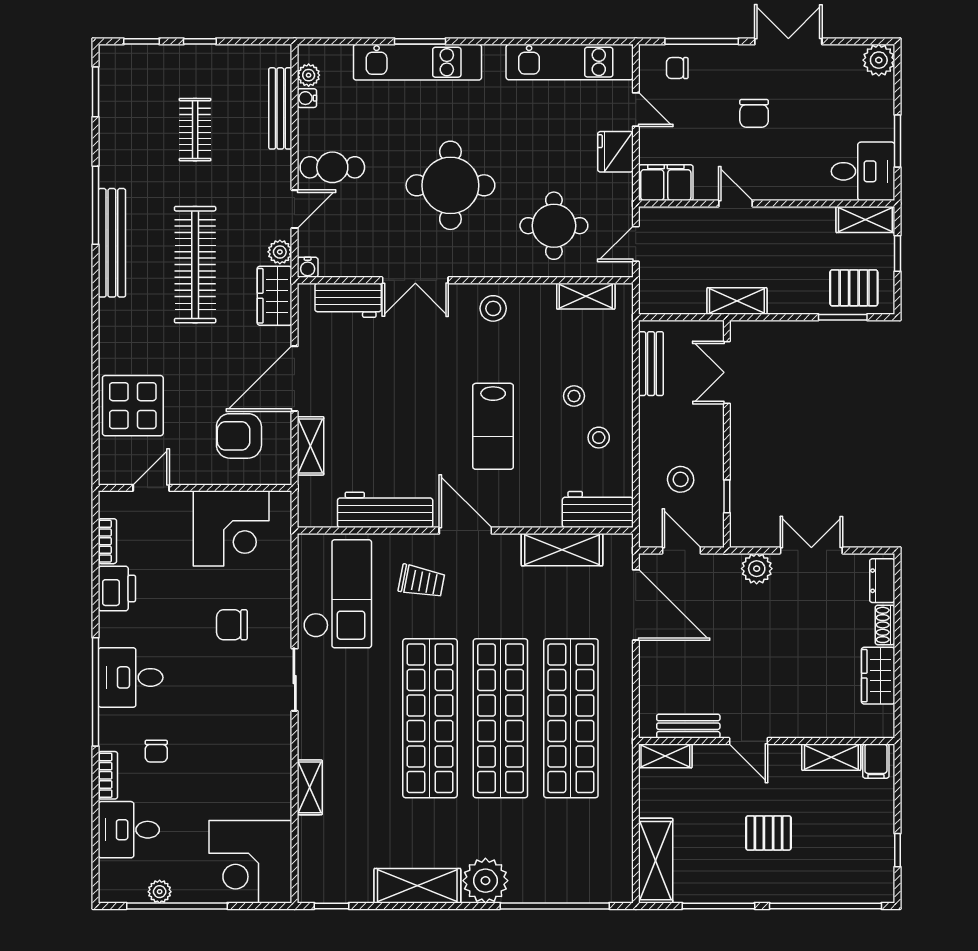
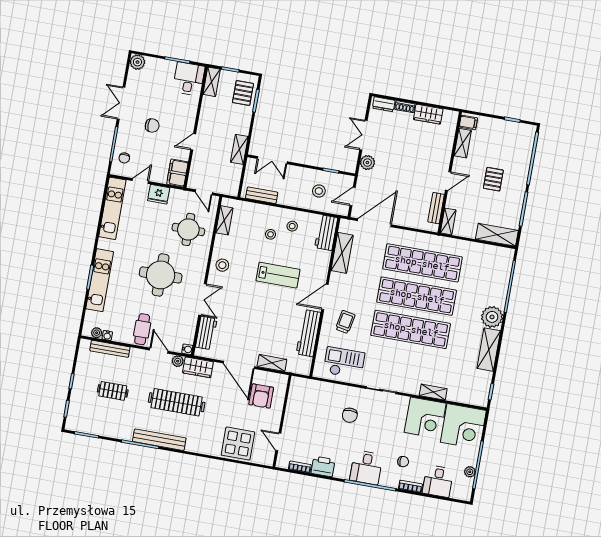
corner desk: (231, 528) -> (425, 418), moved, turned 90
checkout: (337, 594) -> (344, 363), width x0.73, depth x0.83

